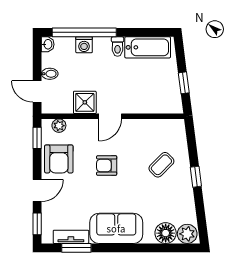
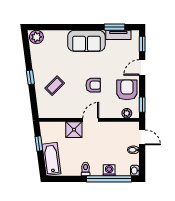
bathtub: (148, 47) -> (51, 159), moved, turned 83
shower: (85, 102) -> (74, 130), moved
floor lamp: (166, 233) -> (52, 38), removed

